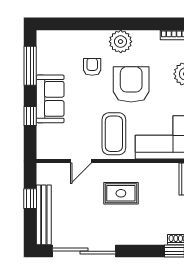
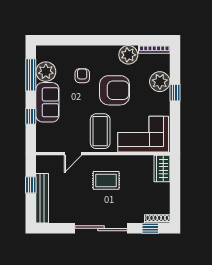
plant: (121, 42) -> (128, 55), moved
plant: (48, 62) -> (46, 72), added
armchair: (131, 84) -> (114, 90), turned 90
sliding door: (84, 251) -> (101, 228), moved

